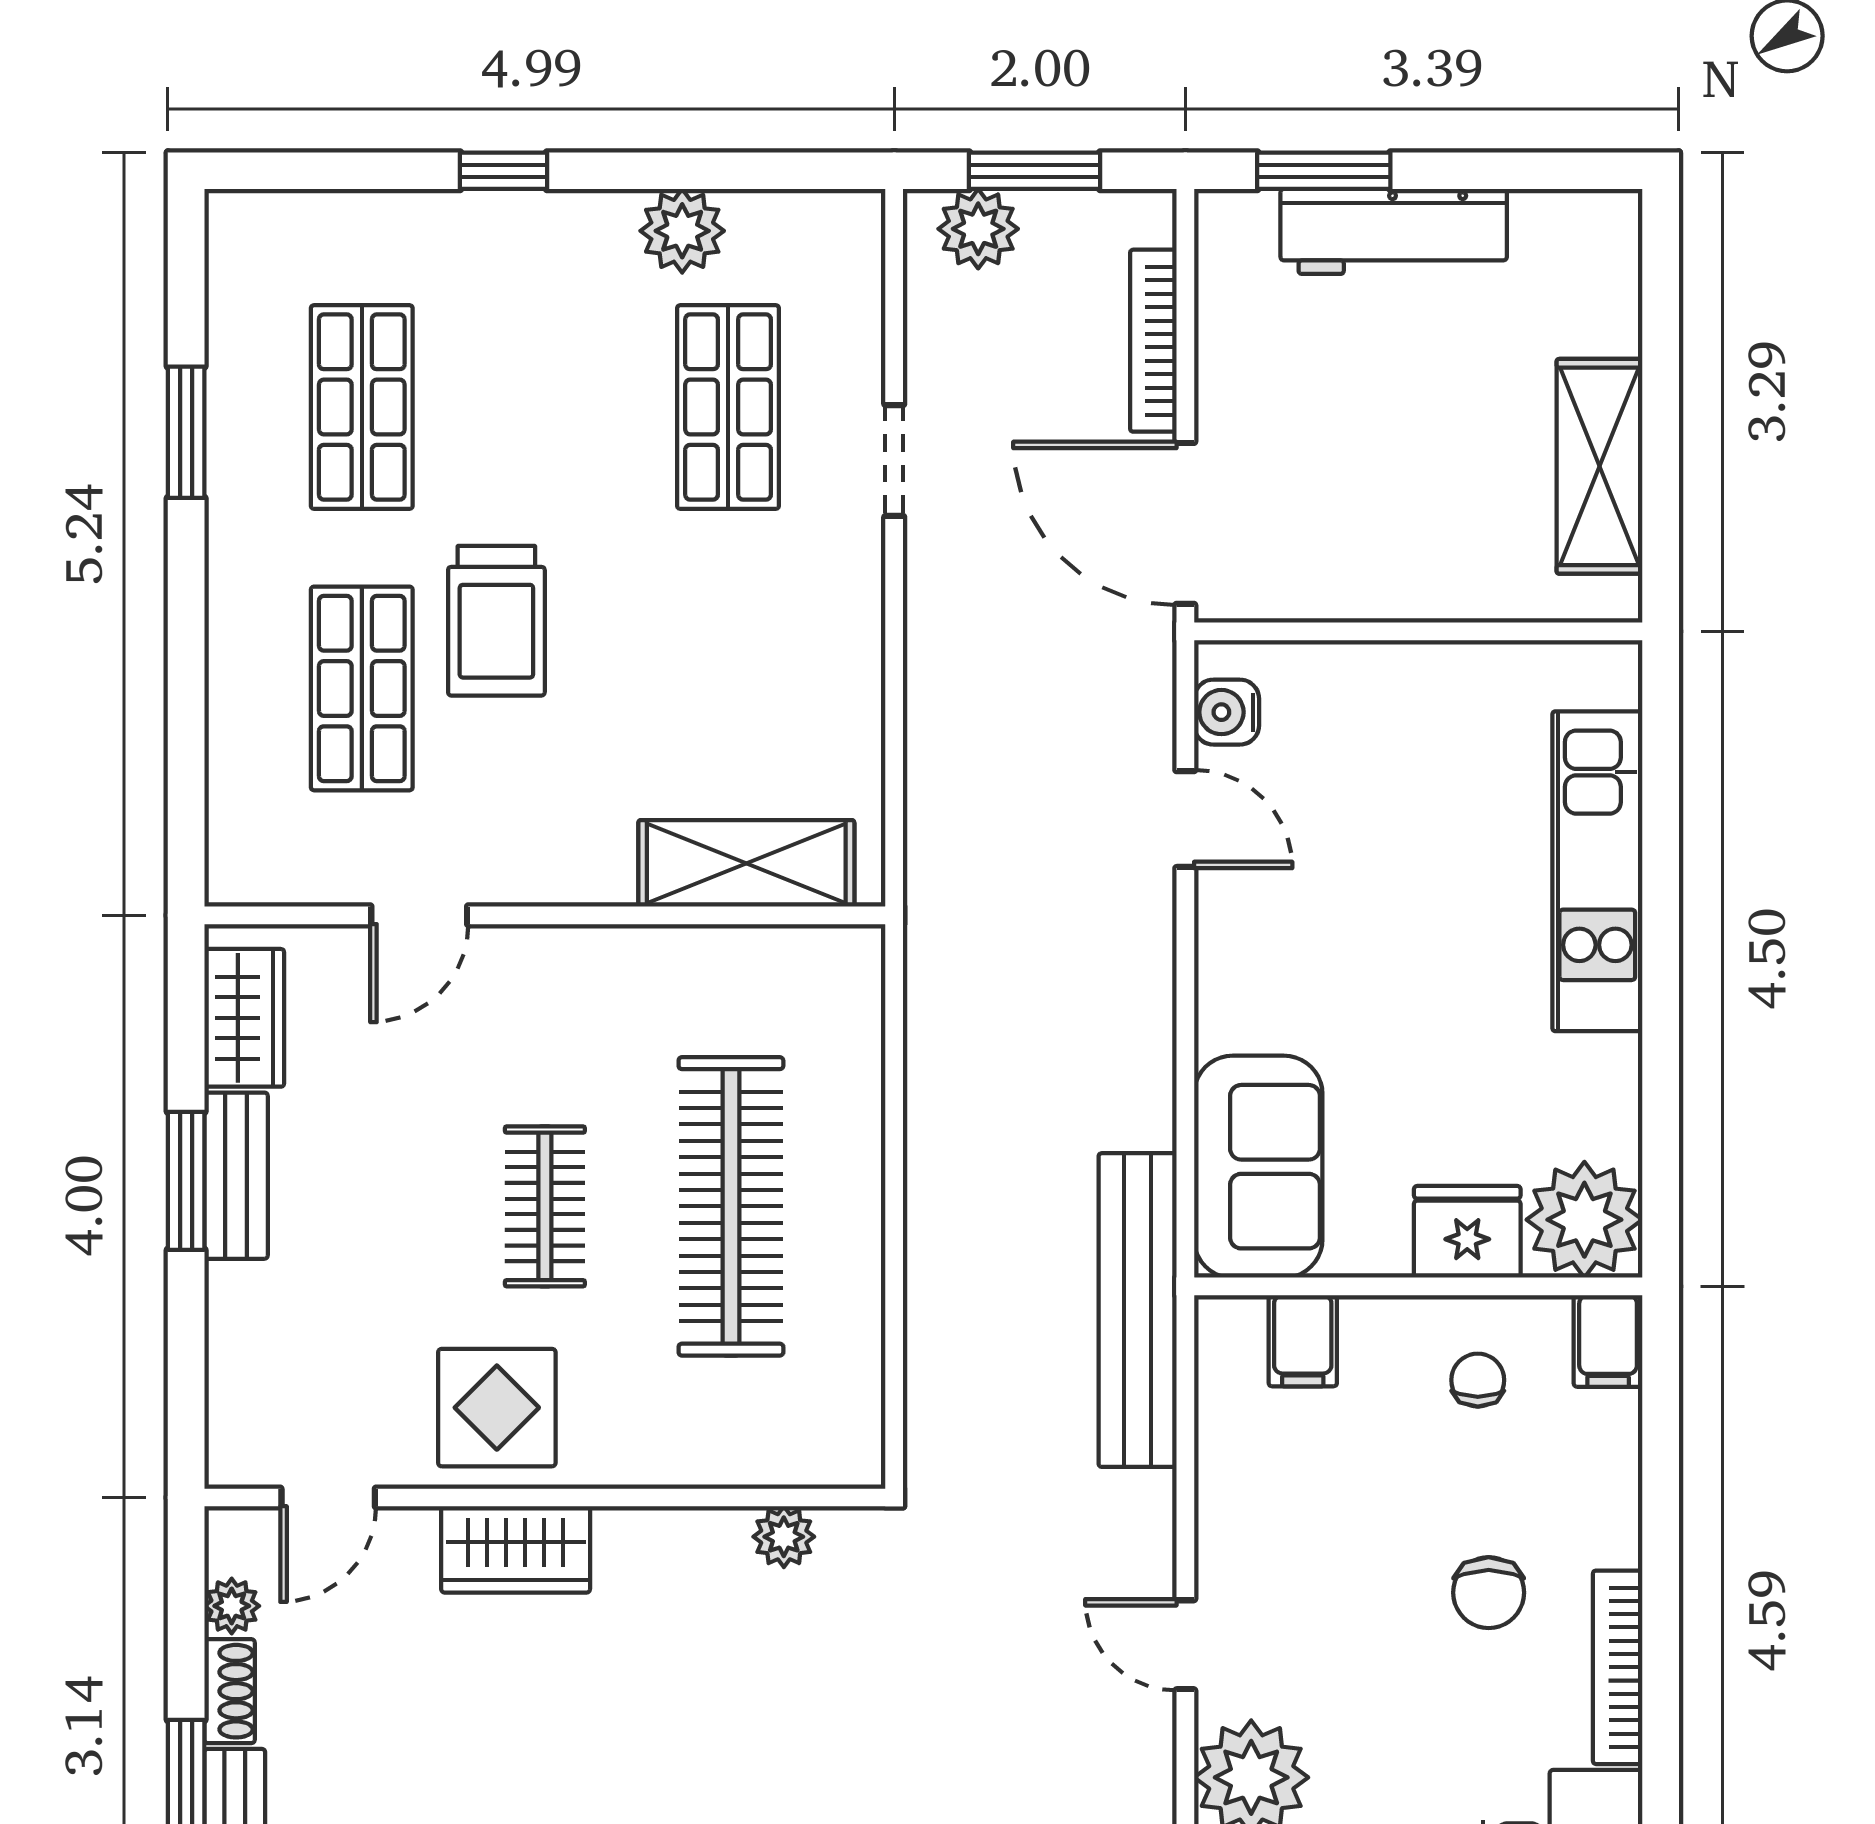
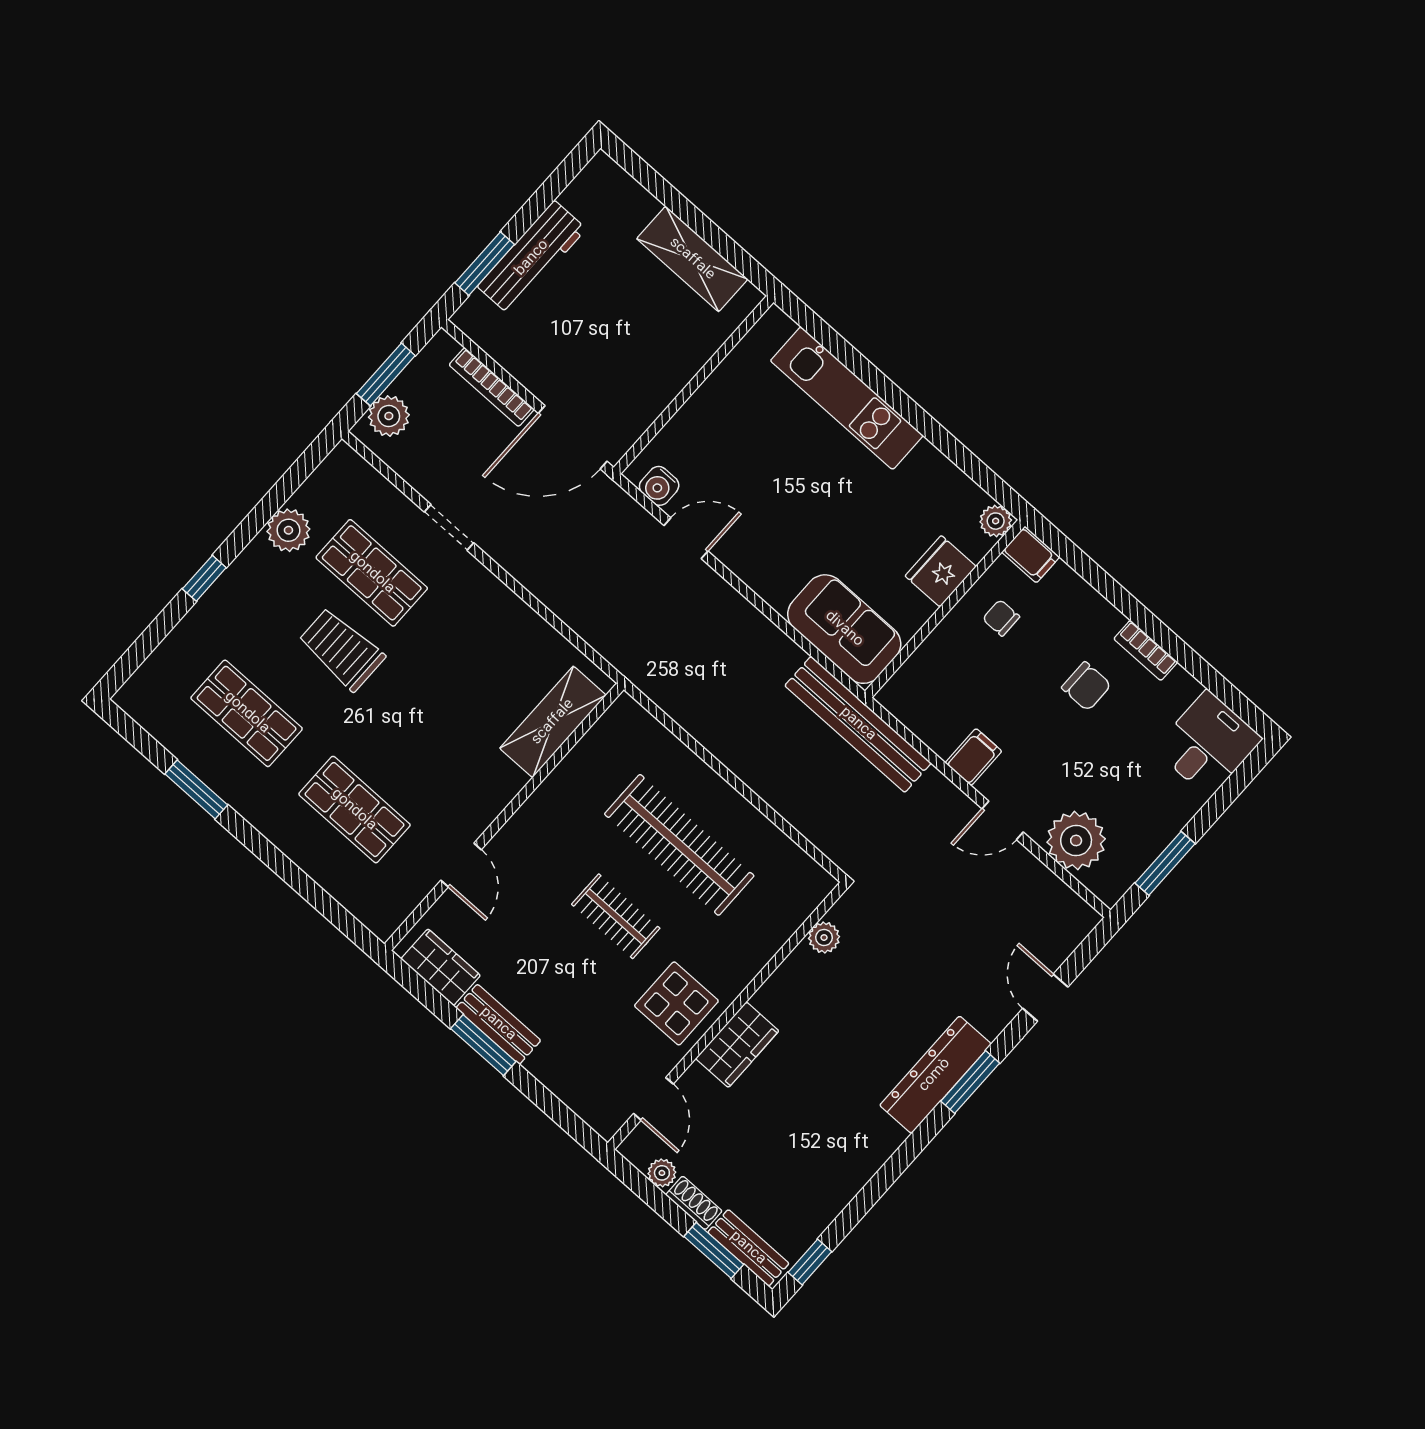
trolley: (496, 621) -> (342, 649), moved, turned 180
plant: (1584, 1220) -> (996, 521), width x0.53, depth x0.53
filing cabinet: (1303, 1341) -> (973, 757), moved, turned -90
bookcase: (1618, 1667) -> (1146, 650), width x0.64

